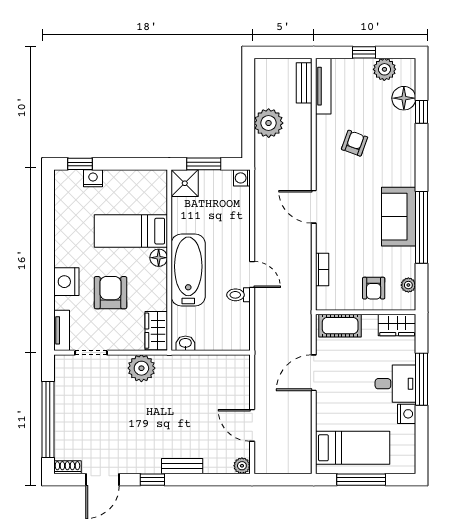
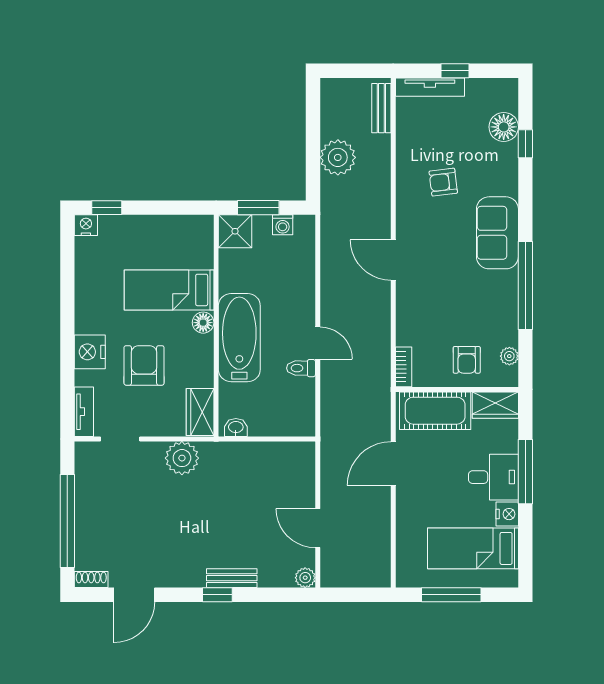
plant: (384, 69) -> (480, 92), removed
tv unit: (323, 86) -> (430, 87), moved, turned 90
armchair: (355, 143) -> (443, 182), turned -117
nightstand: (93, 178) -> (86, 225), moved
washing machine: (242, 178) -> (283, 225), moved, turned -90
sofa: (399, 217) -> (497, 233), moved
bookcase: (322, 270) -> (404, 367), moved
cot: (340, 326) -> (435, 411), width x1.37, depth x1.34
bed: (353, 448) -> (473, 548), moved, turned 180
window: (152, 480) -> (217, 595), moved

